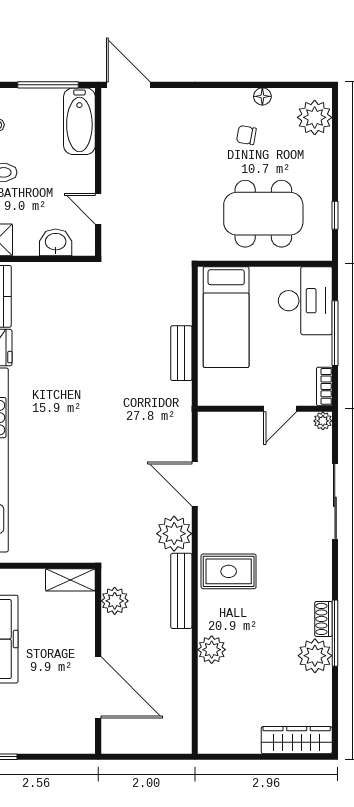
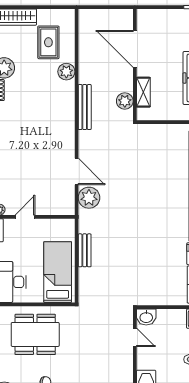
washbasin: (56, 242) -> (146, 317), moved
plant: (174, 534) -> (89, 198), moved
rug: (229, 571) -> (48, 42), moved, turned 90
shelving: (70, 580) -> (143, 92), moved, turned 90

